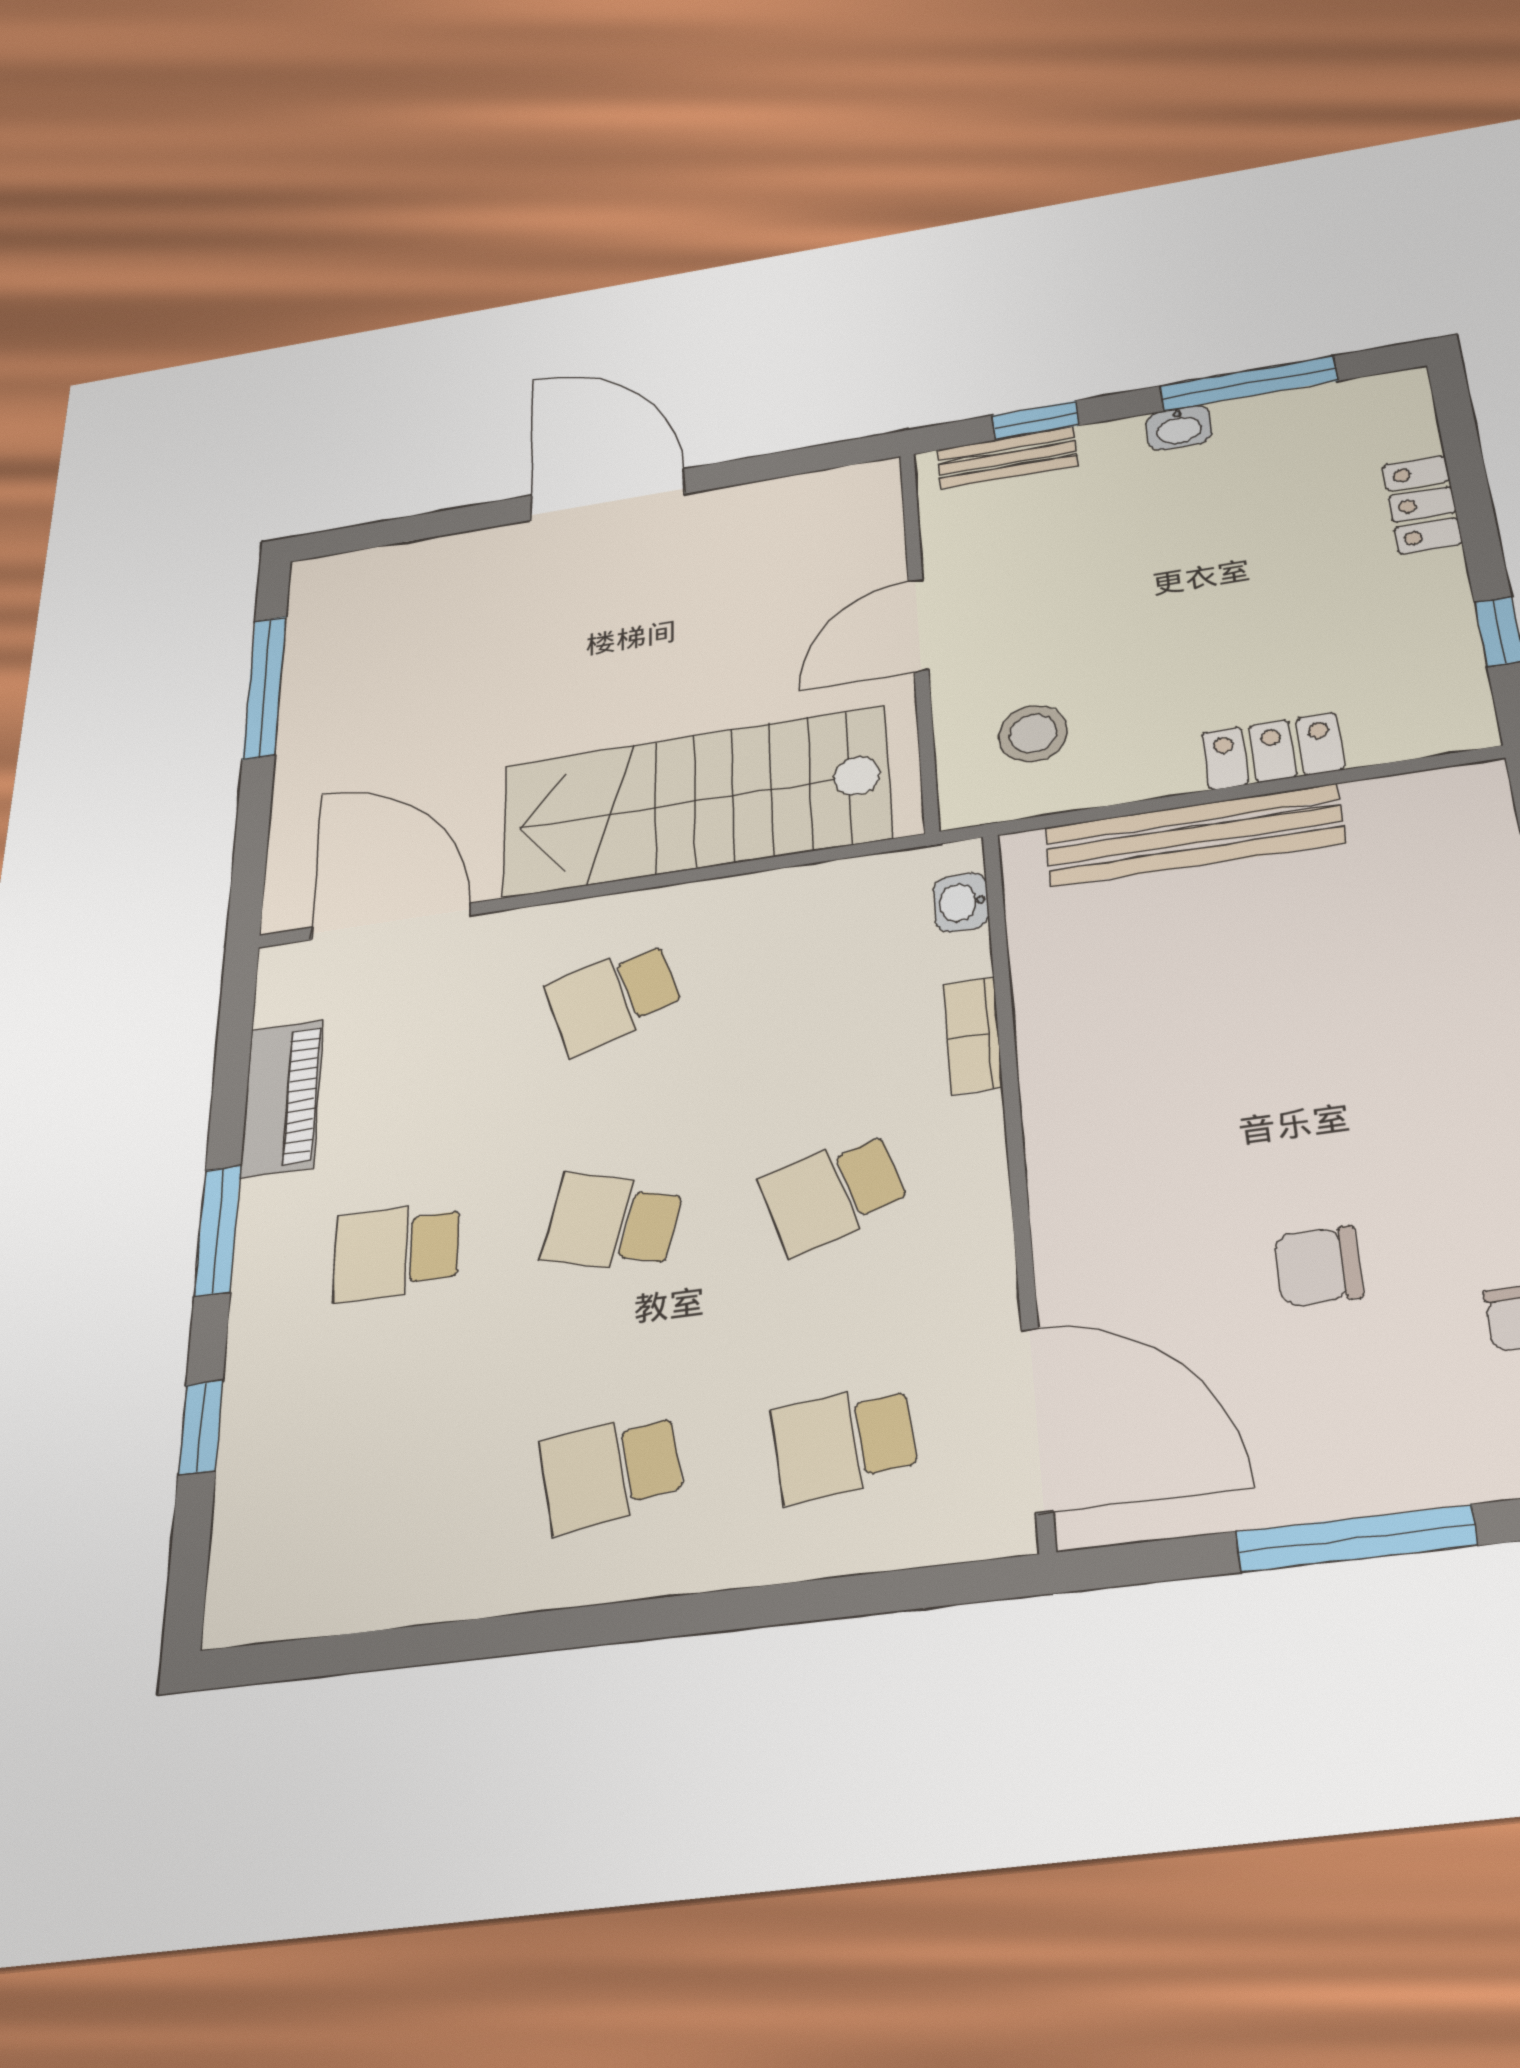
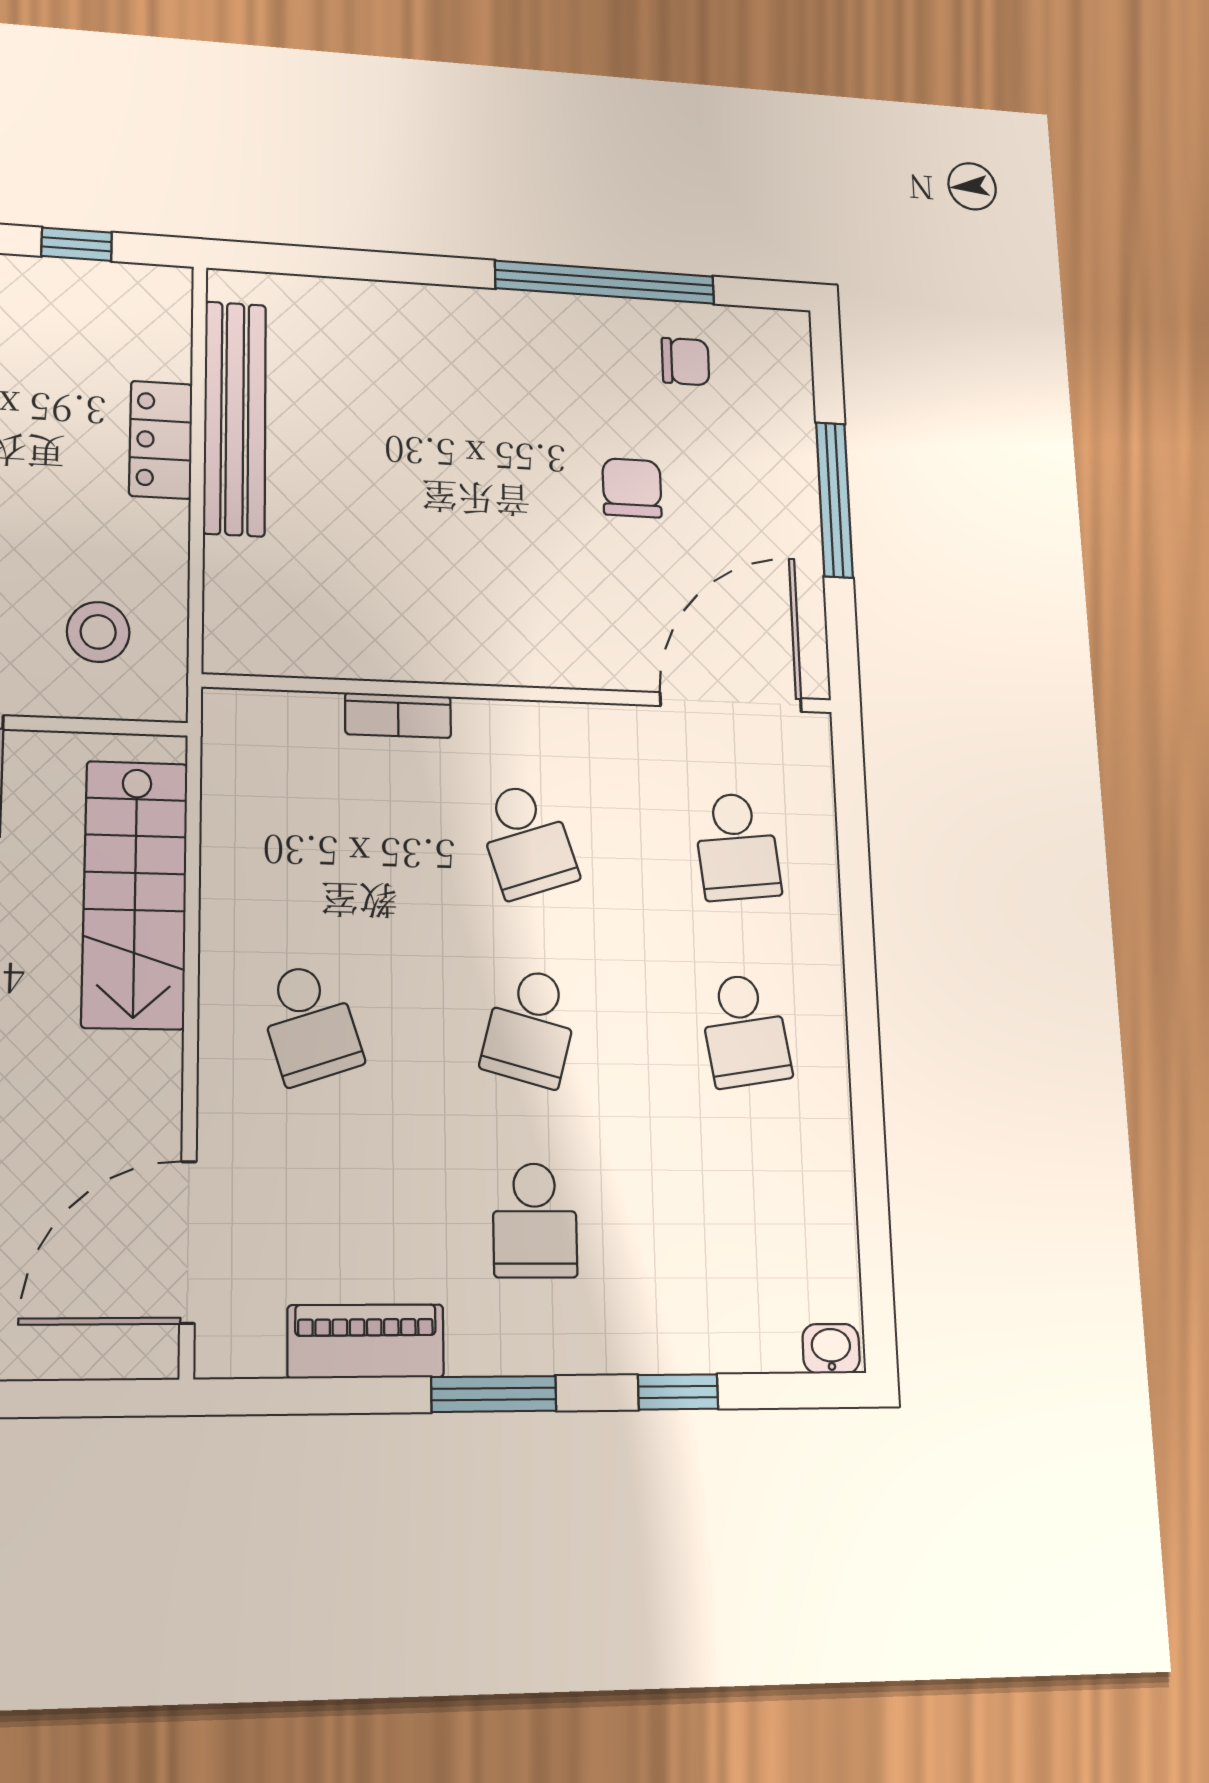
stairs: (695, 801) -> (135, 894), width x0.73, depth x0.66
bench: (1194, 835) -> (235, 418), moved
washbasin: (961, 902) -> (831, 1349), moved, turned 180
chair: (1318, 1266) -> (632, 488), turned 180

